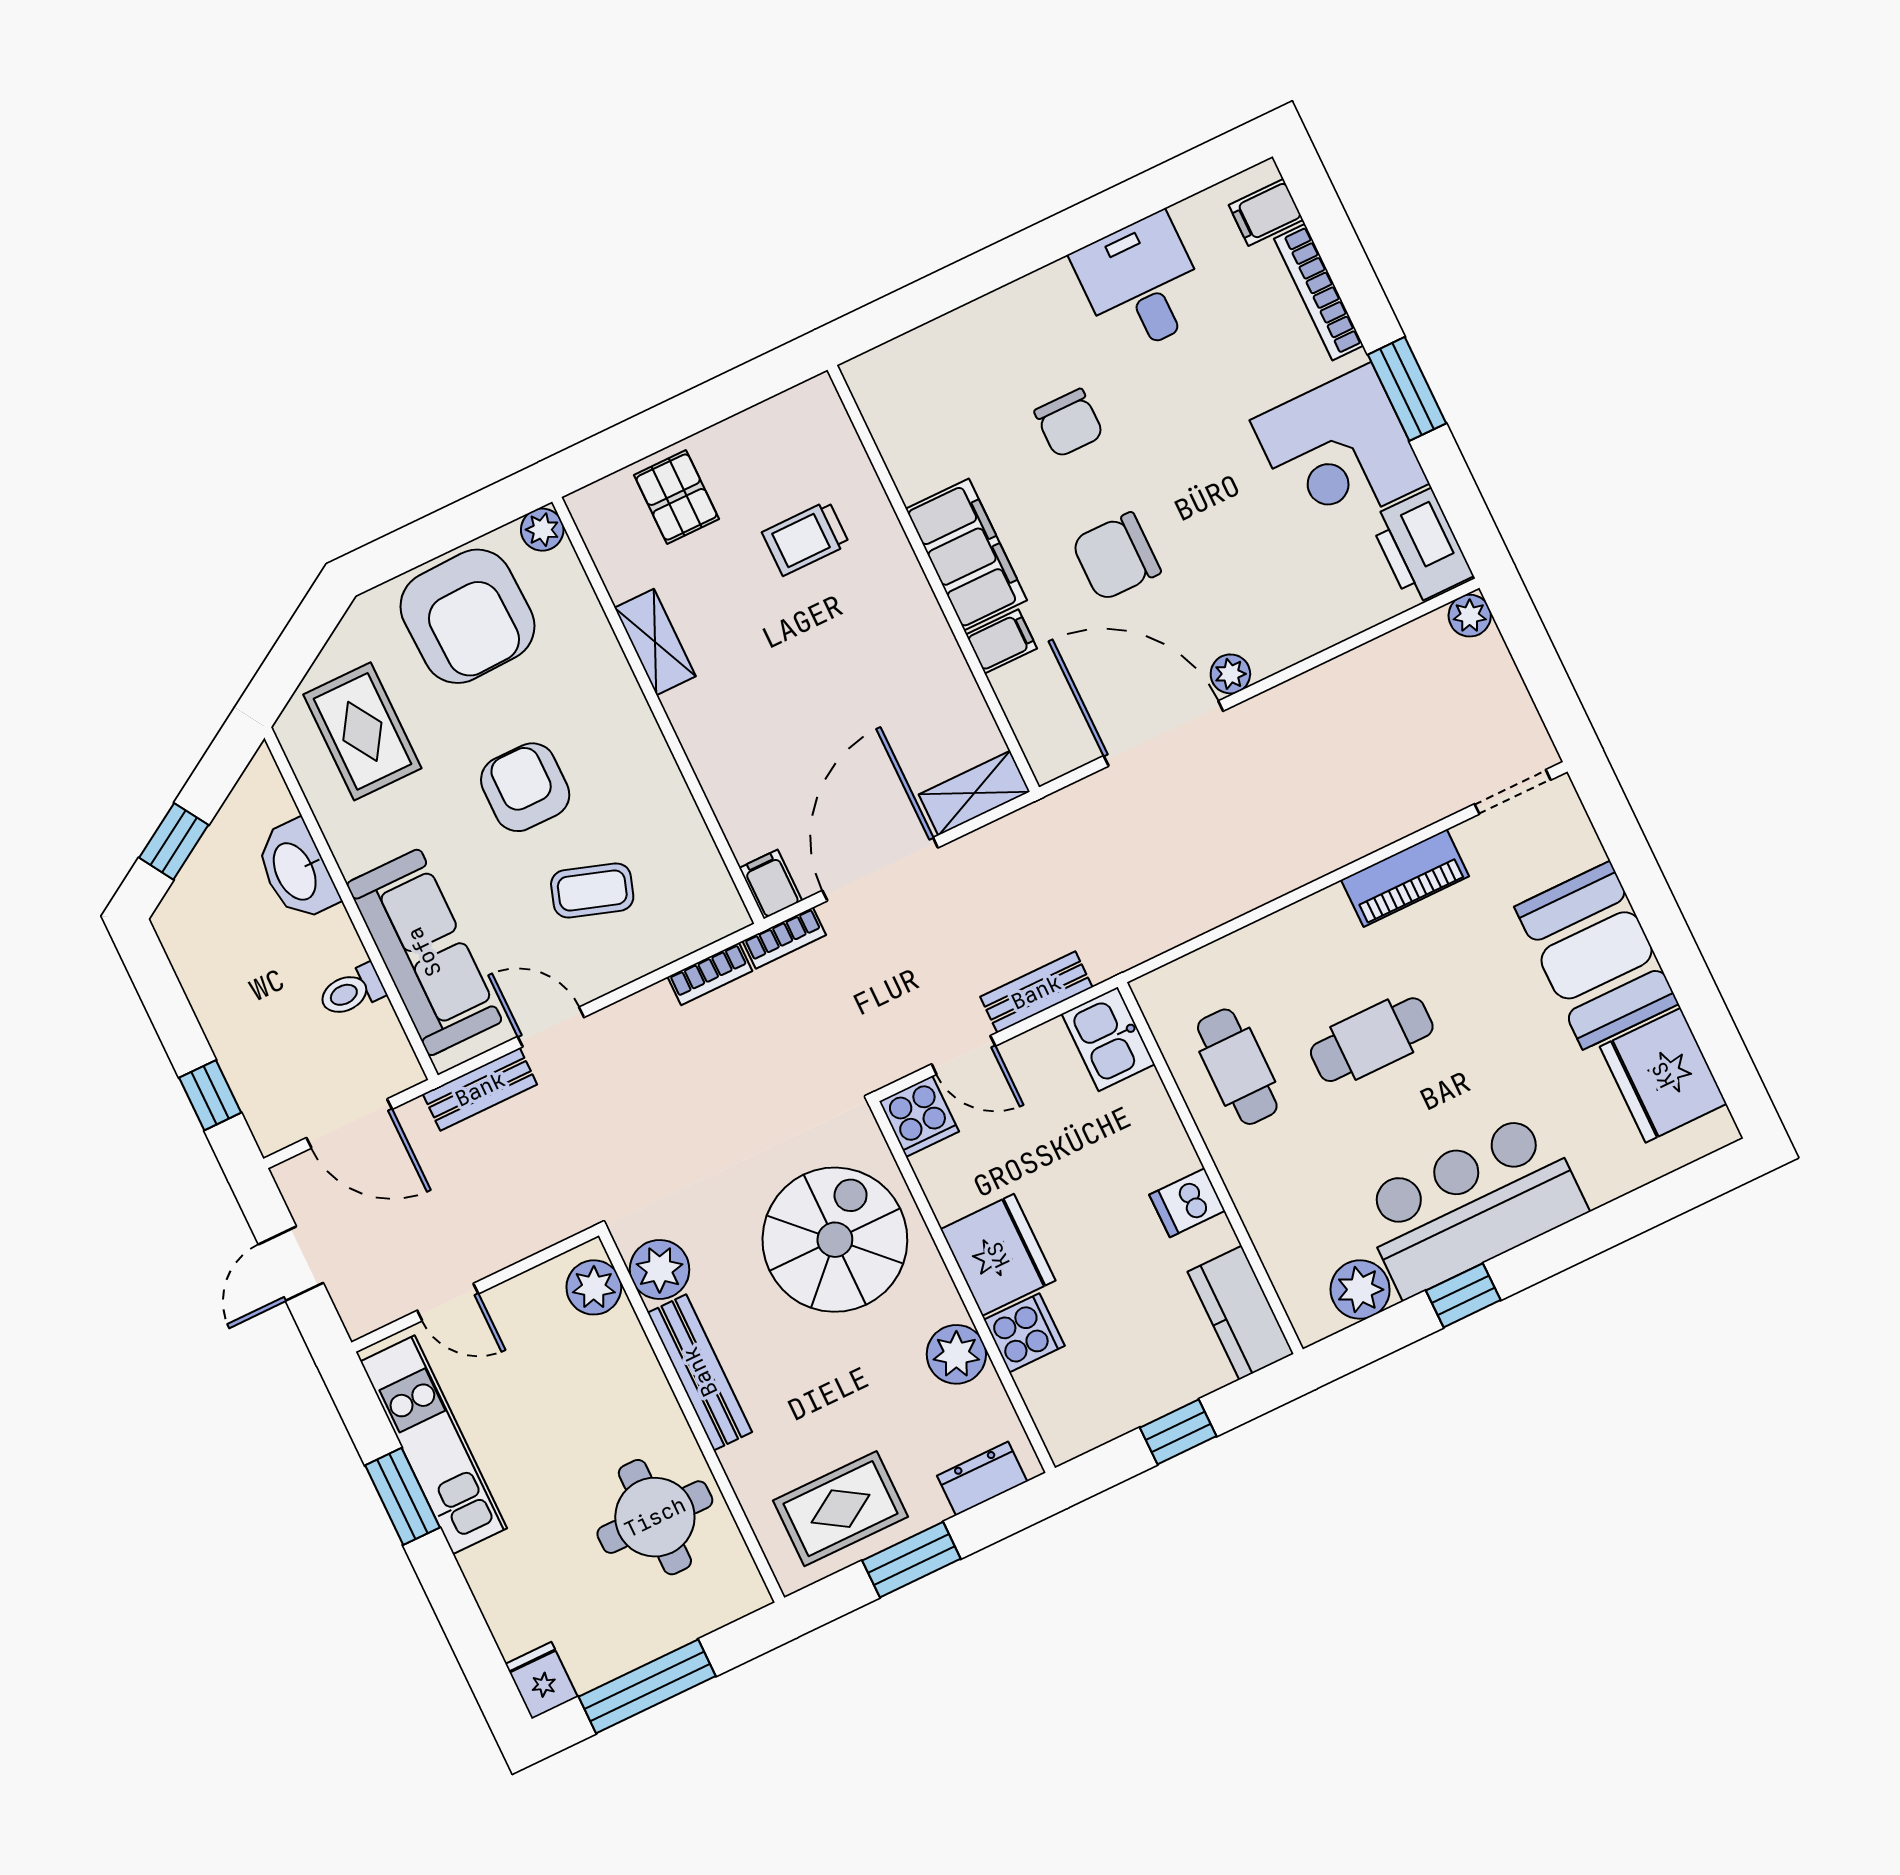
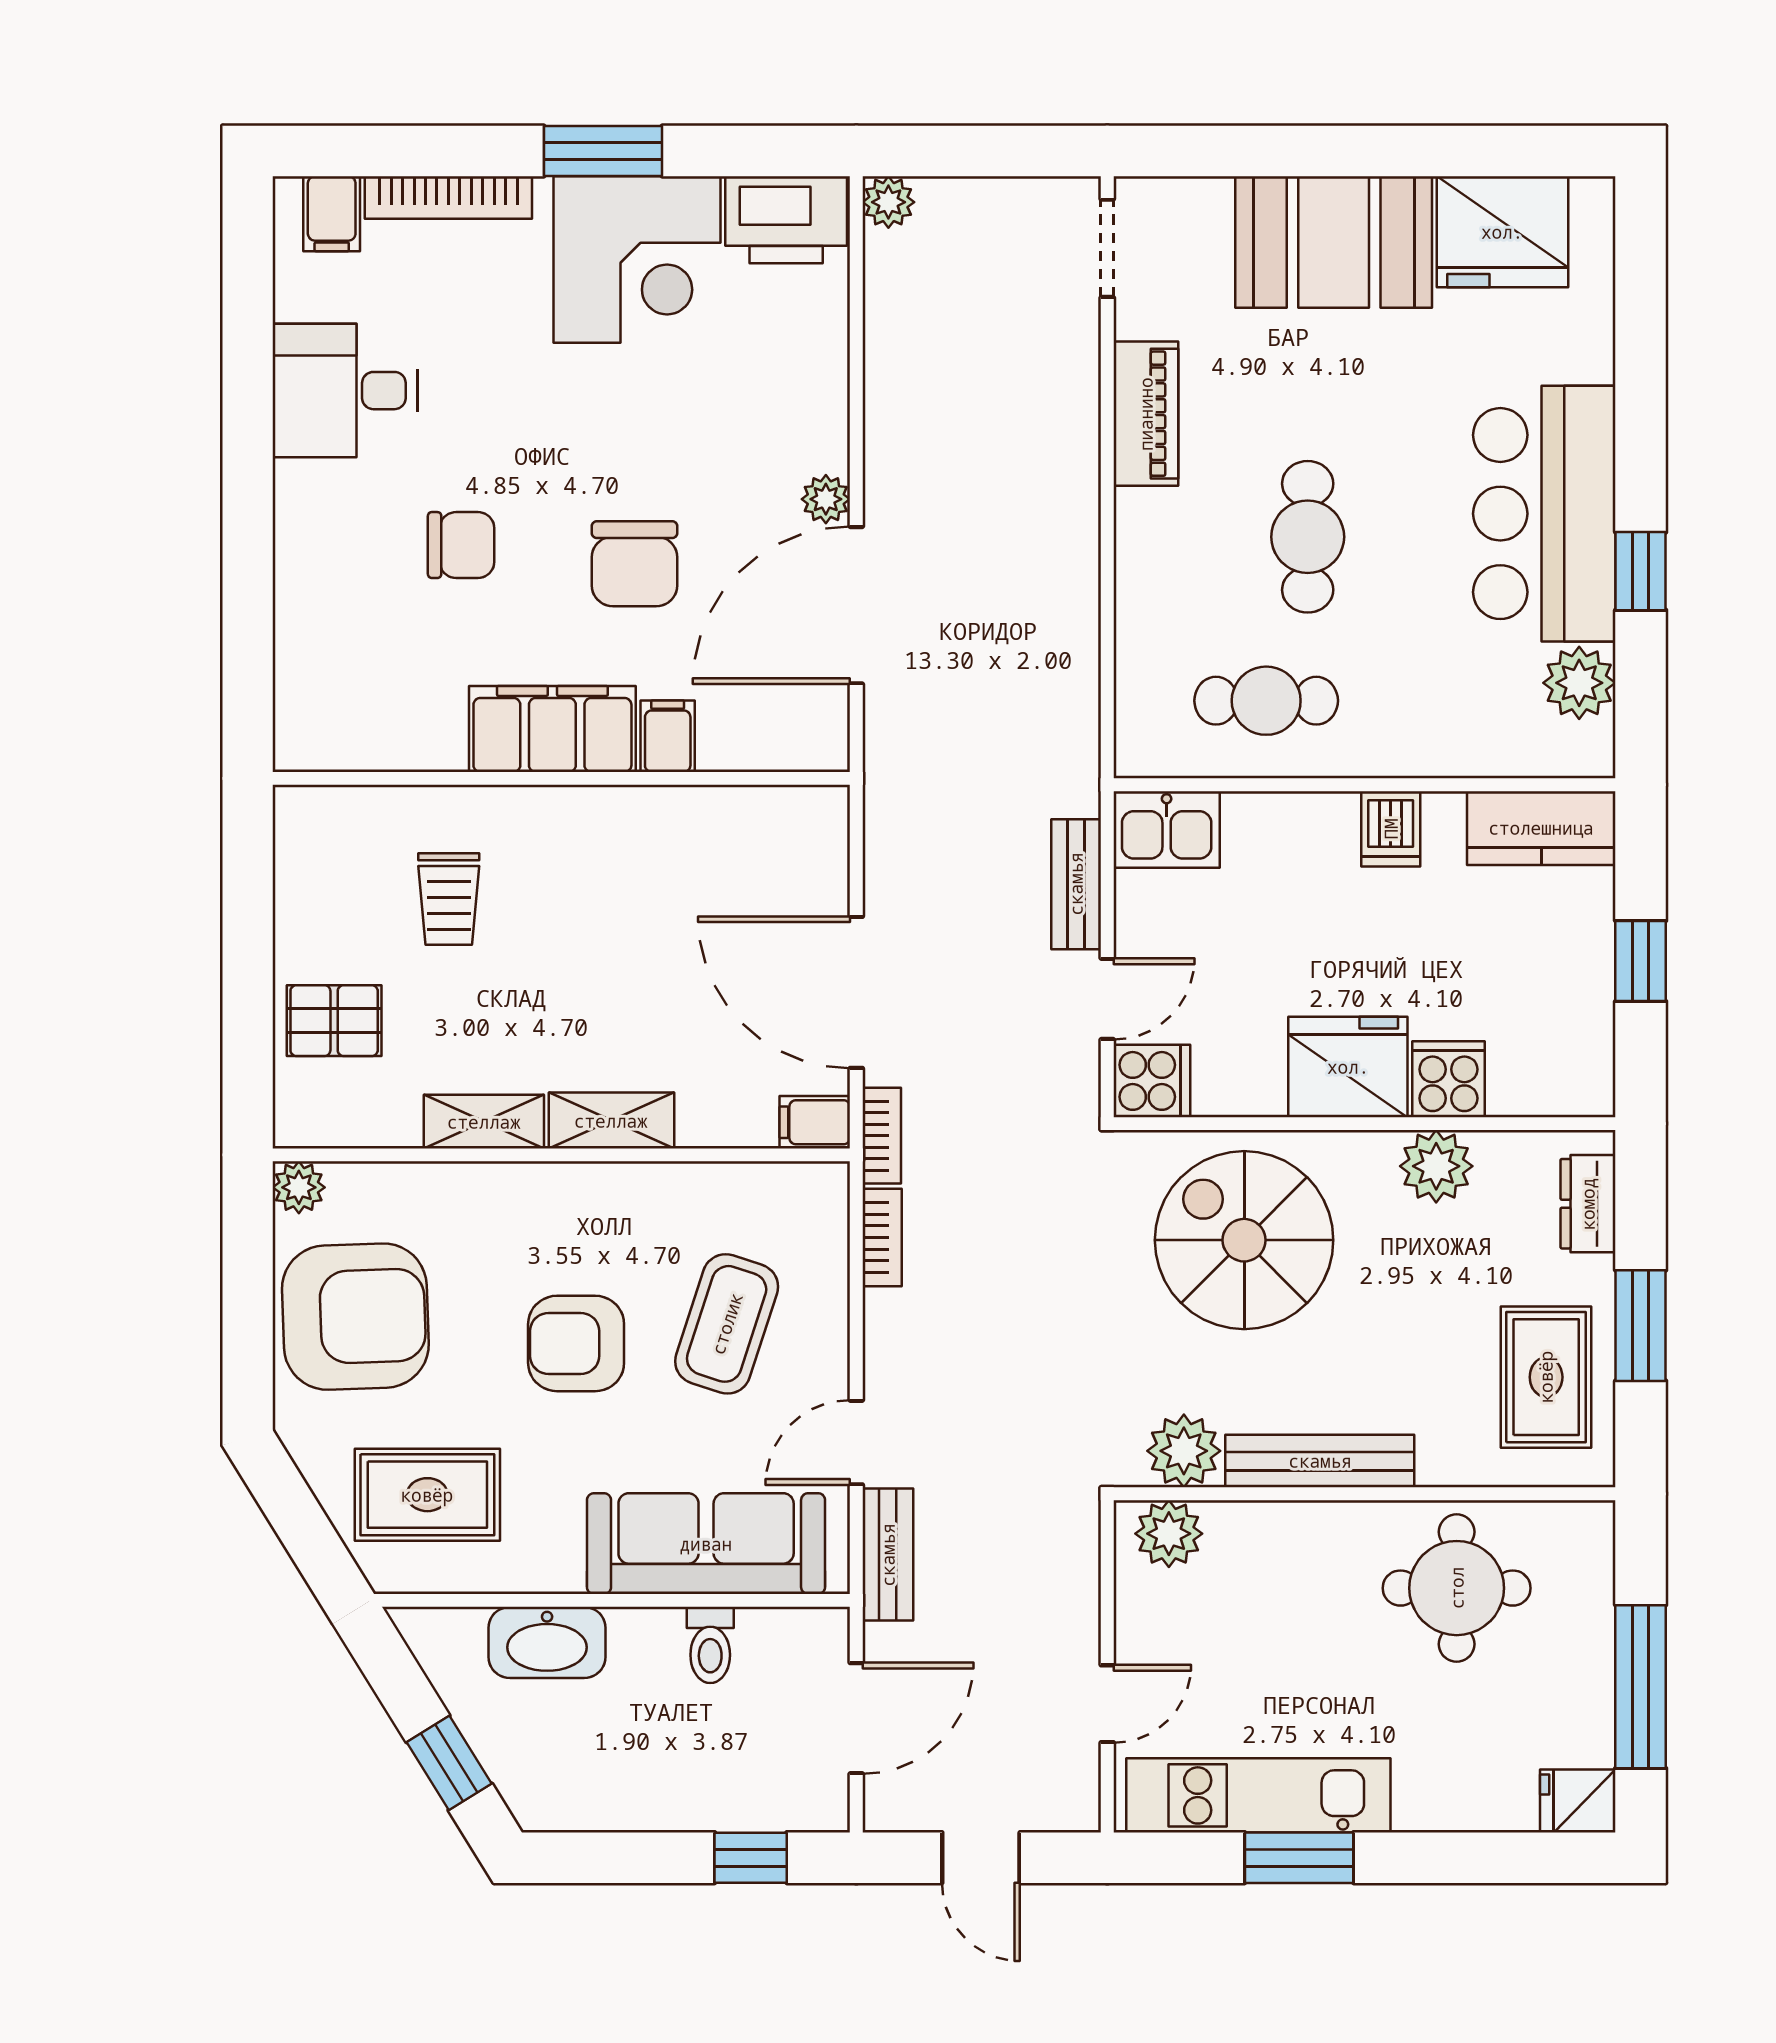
shelving: (974, 793) -> (611, 1121), moved, turned 90
coffee table: (592, 890) -> (727, 1324), width x1.36, depth x1.30

